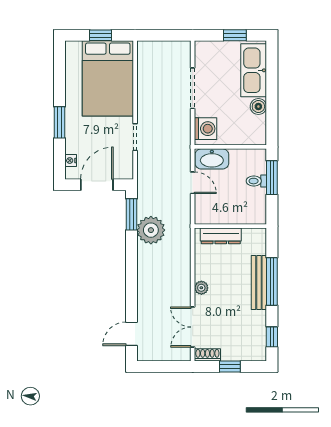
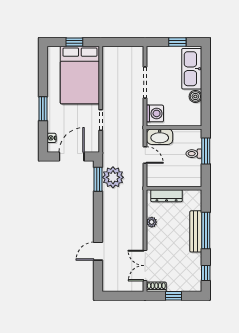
plant: (151, 230) -> (113, 177), moved
plant: (201, 288) -> (152, 222), moved
door: (131, 334) -> (98, 251), moved

